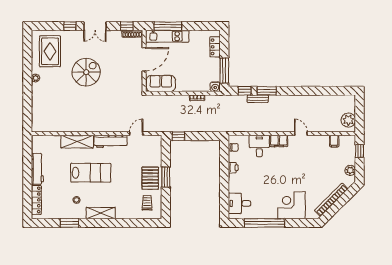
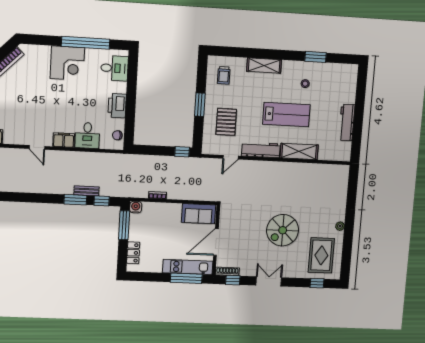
window: (70, 26) -> (317, 283), moved
printer: (233, 168) -> (117, 106), width x1.87, depth x1.48
lab bench: (91, 173) -> (286, 115), turned 180
pallet: (150, 178) -> (226, 122), moved
locker: (36, 200) -> (351, 86), removed
corner desk: (292, 205) -> (67, 63), moved
shelving: (101, 213) -> (264, 65), moved

